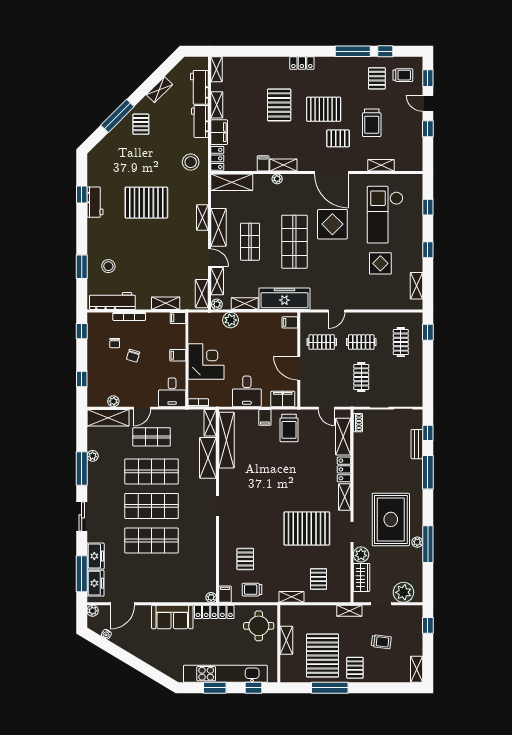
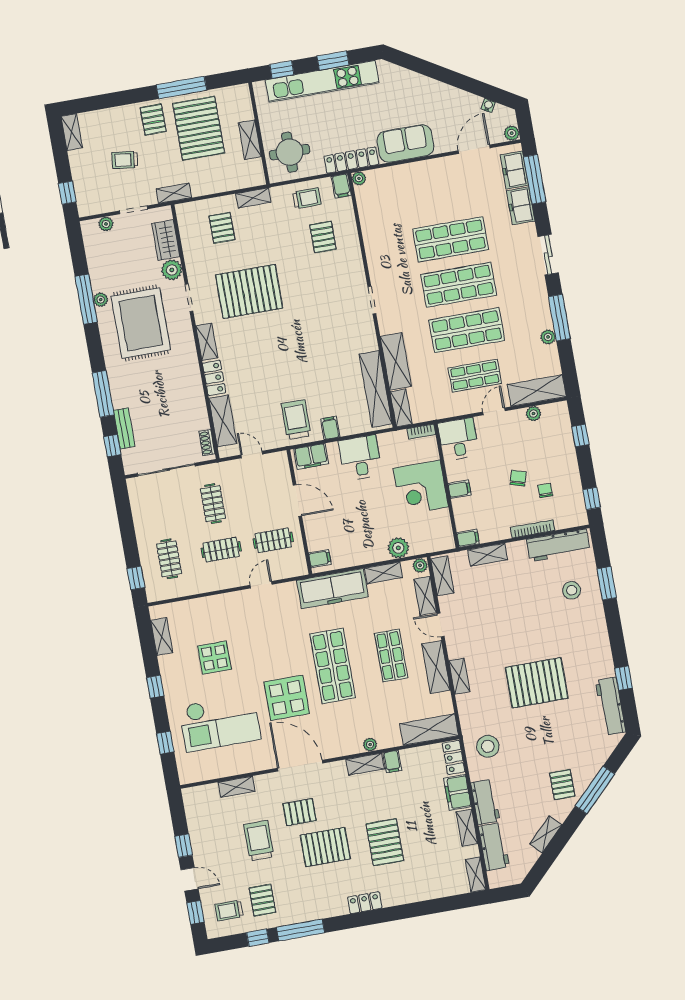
workbench: (95, 202) -> (611, 706), moved, width x1.38
checkout: (385, 215) -> (220, 723), turned 90
plant: (403, 592) -> (106, 224), width x0.53, depth x0.53

